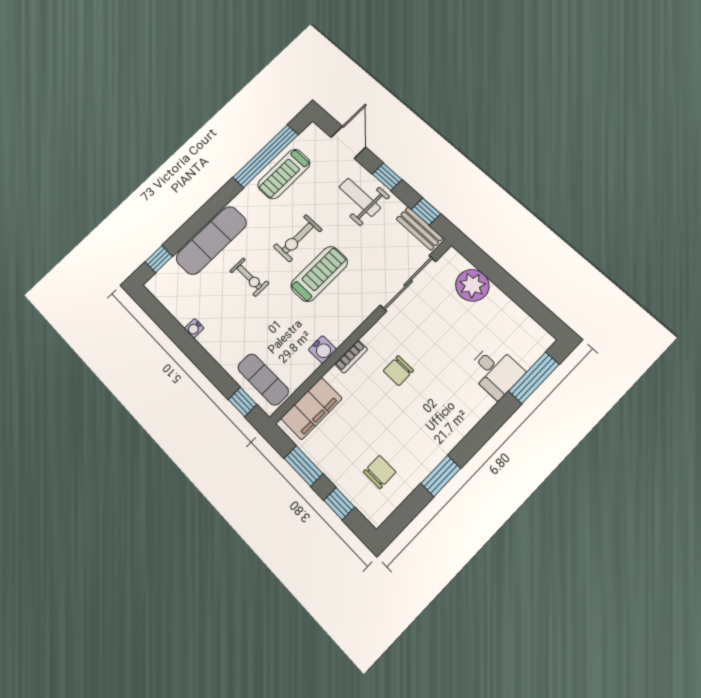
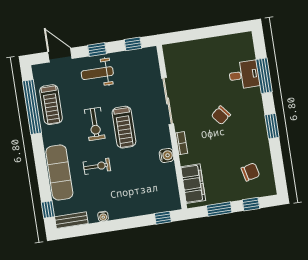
bench: (420, 229) -> (71, 220), moved
treadmill: (319, 274) -> (124, 127), turned 180
sliding door: (408, 283) -> (168, 101), moved
plant: (472, 285) -> (191, 51), removed
chair: (398, 371) -> (221, 115), moved, turned 51
window: (534, 378) -> (264, 76), moved
exercise mat: (263, 379) -> (159, 198), removed
chair: (380, 472) -> (250, 172), turned 77
window: (441, 476) -> (272, 126), moved

